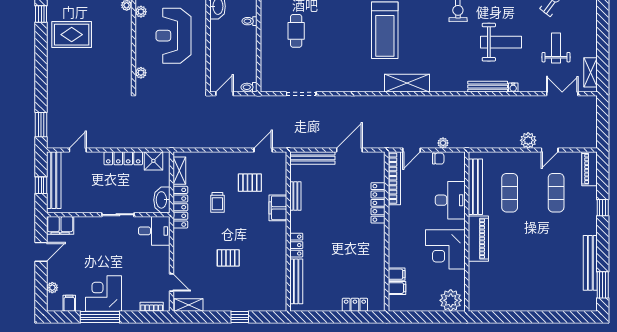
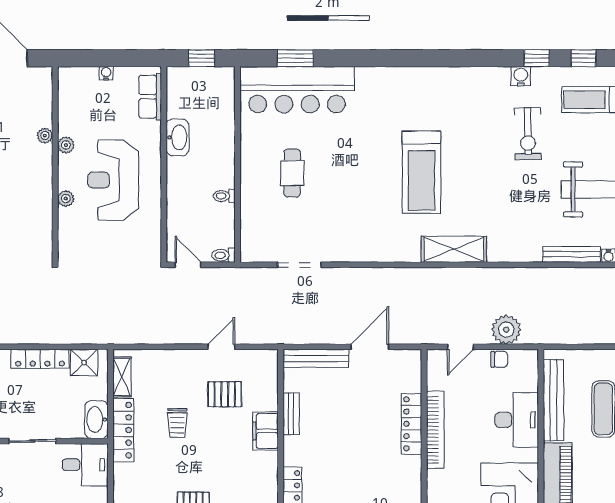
toilet: (250, 21) -> (224, 196), moved
plant: (141, 73) -> (66, 199), moved
door: (225, 94) -> (188, 265), hinge flipped
plant: (443, 143) -> (506, 330), width x1.88, depth x1.88
door: (263, 150) -> (221, 347), moved
bookcase: (394, 178) -> (435, 430), moved

